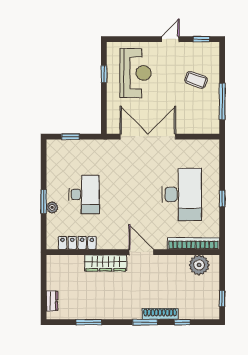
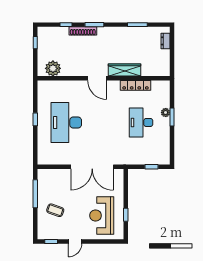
locker: (77, 243) -> (135, 85), moved
bookcase: (193, 243) -> (57, 85), removed

